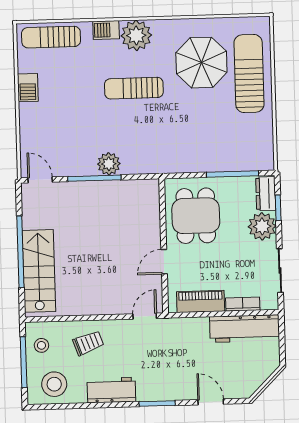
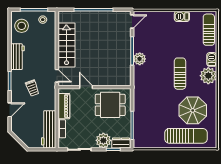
stairs: (39, 271) -> (66, 45), moved, turned -90
trolley: (88, 343) -> (32, 88), moved

